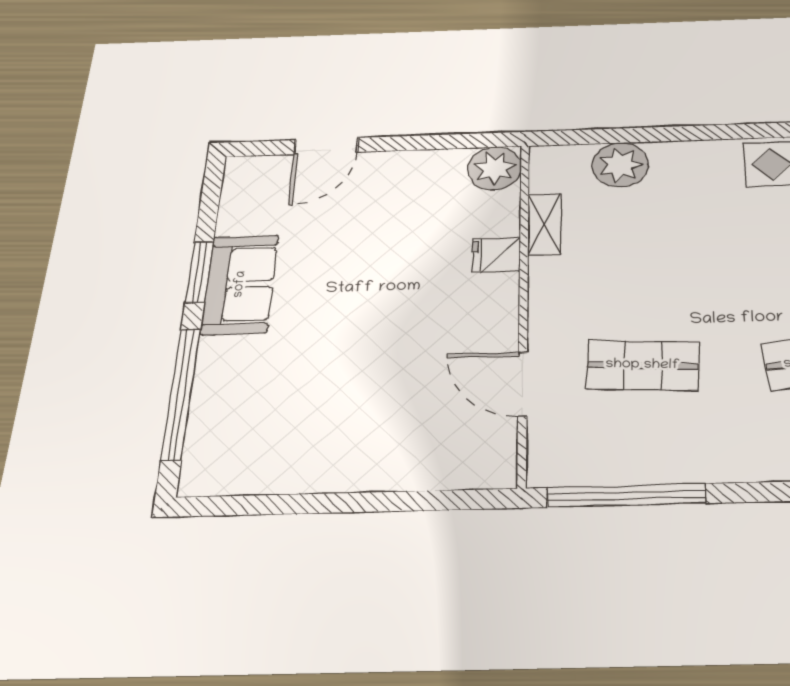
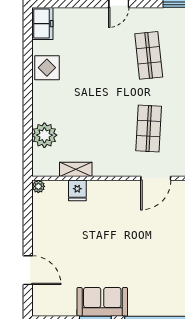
plant: (494, 168) -> (38, 186), width x0.53, depth x0.53
fridge: (496, 255) -> (77, 190), moved

